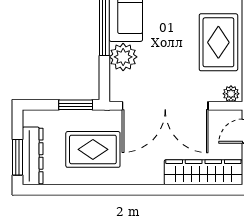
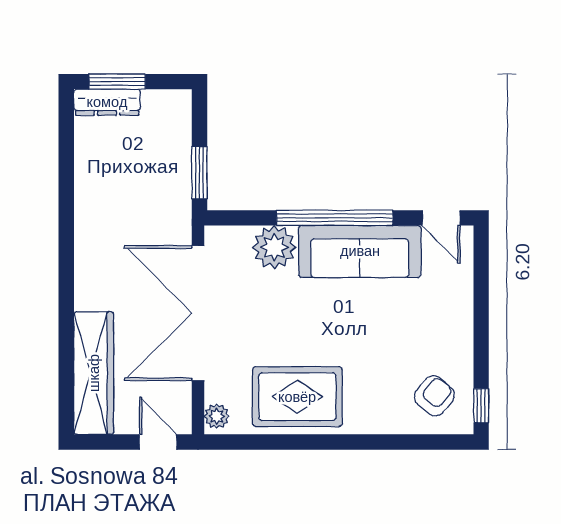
rug: (93, 149) -> (129, 200), removed
dresser: (33, 156) -> (107, 102), width x0.73, depth x0.80

